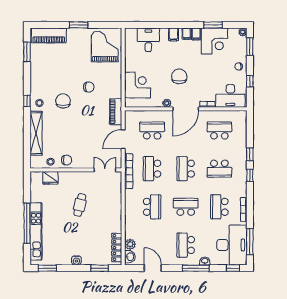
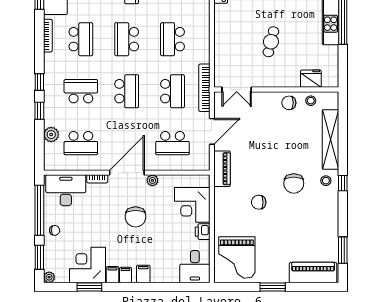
desk: (148, 40) -> (195, 267), moved
printer: (130, 66) -> (203, 232), added
window: (250, 81) -> (39, 210), width x3.17
plant: (241, 137) -> (51, 135), added
school desk: (186, 207) -> (127, 39), turned 90

